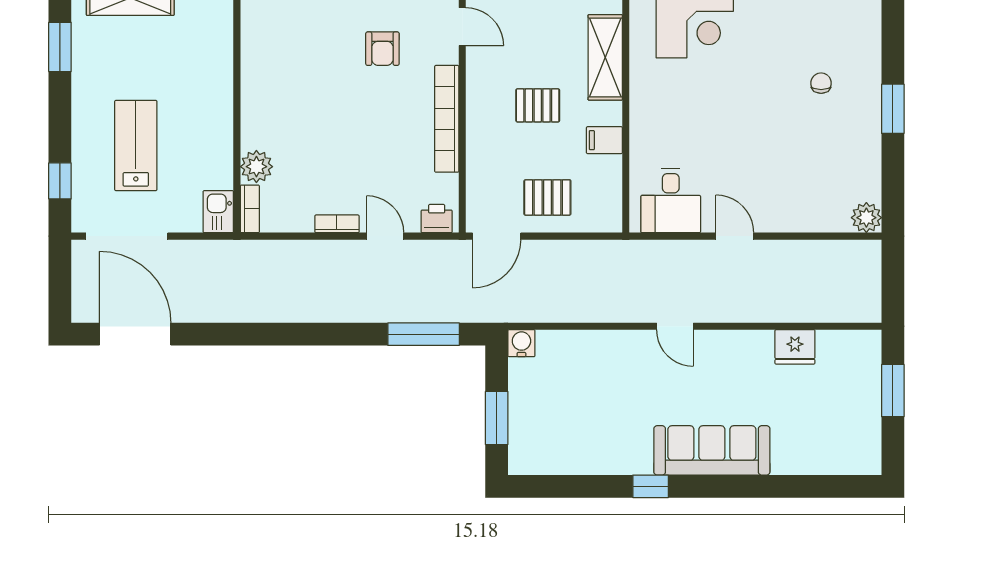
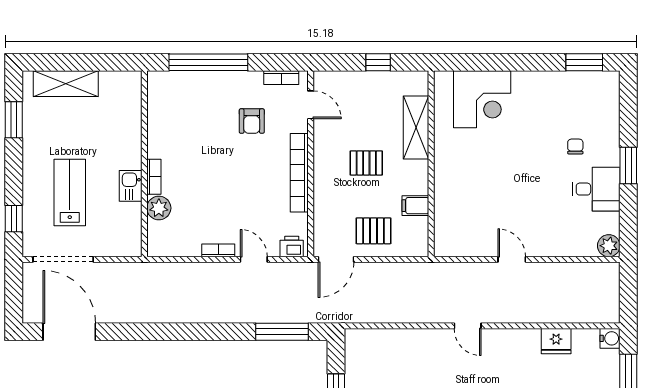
filing cabinet: (604, 140) -> (415, 206), moved
desk: (671, 201) -> (596, 189), moved, turned -90
bookcase: (250, 209) -> (154, 177), moved
kitchen sink: (218, 212) -> (131, 186), moved
water cooler: (521, 343) -> (610, 338), moved, turned 90

